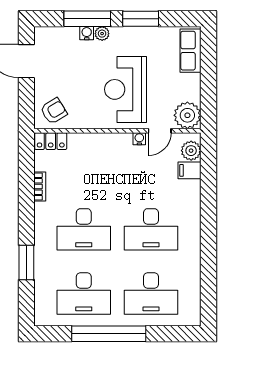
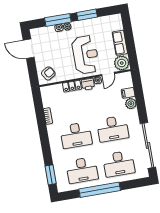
row of seats: (190, 51) -> (120, 43), moved
reception desk: (125, 89) -> (85, 55), turned 180
locker: (51, 141) -> (72, 86), moved
printer: (121, 143) -> (88, 84), added
plant: (191, 151) -> (131, 104), moved
window: (26, 263) -> (51, 175), moved
sliding door: (208, 270) -> (148, 145), added

